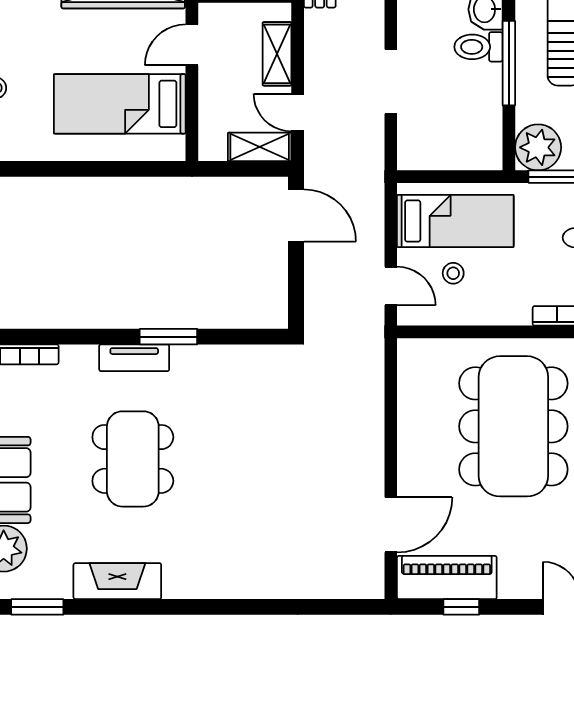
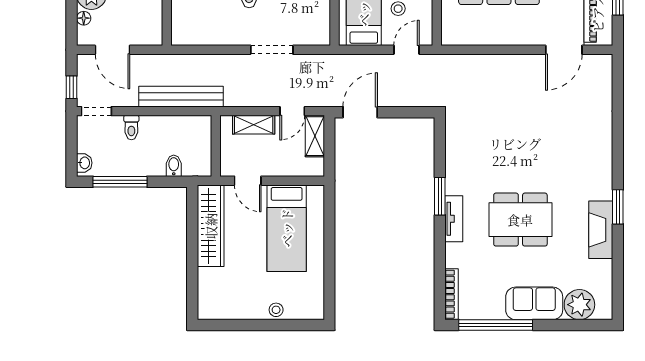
door: (391, 525) -> (564, 50), swing flipped
window: (37, 607) -> (618, 207), moved

